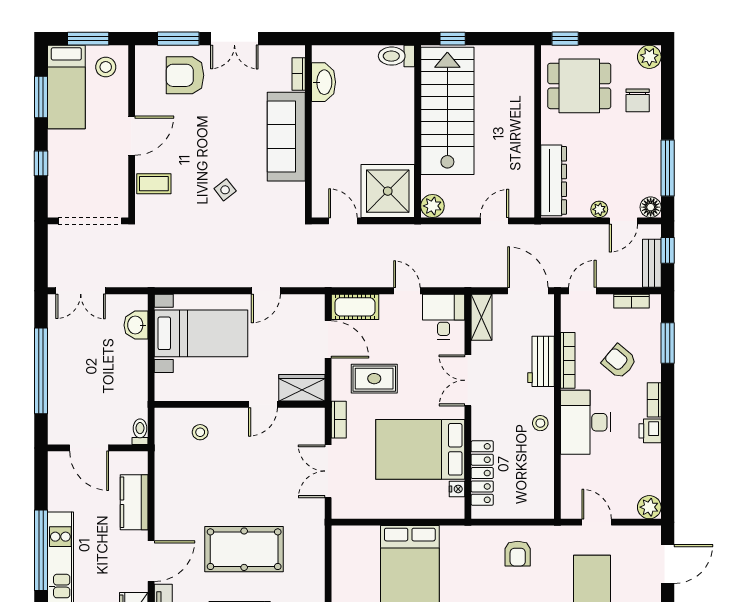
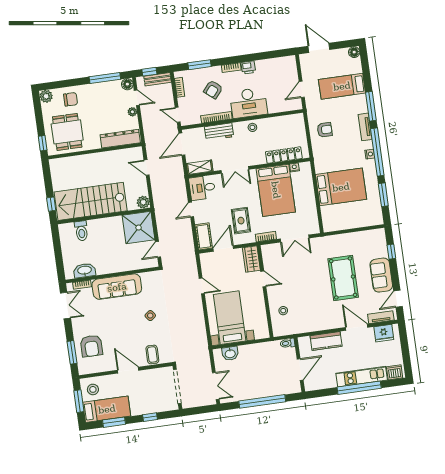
double door: (234, 39) -> (65, 306), moved
toilet: (396, 56) -> (81, 231), moved
plant: (649, 507) -> (290, 62), removed

